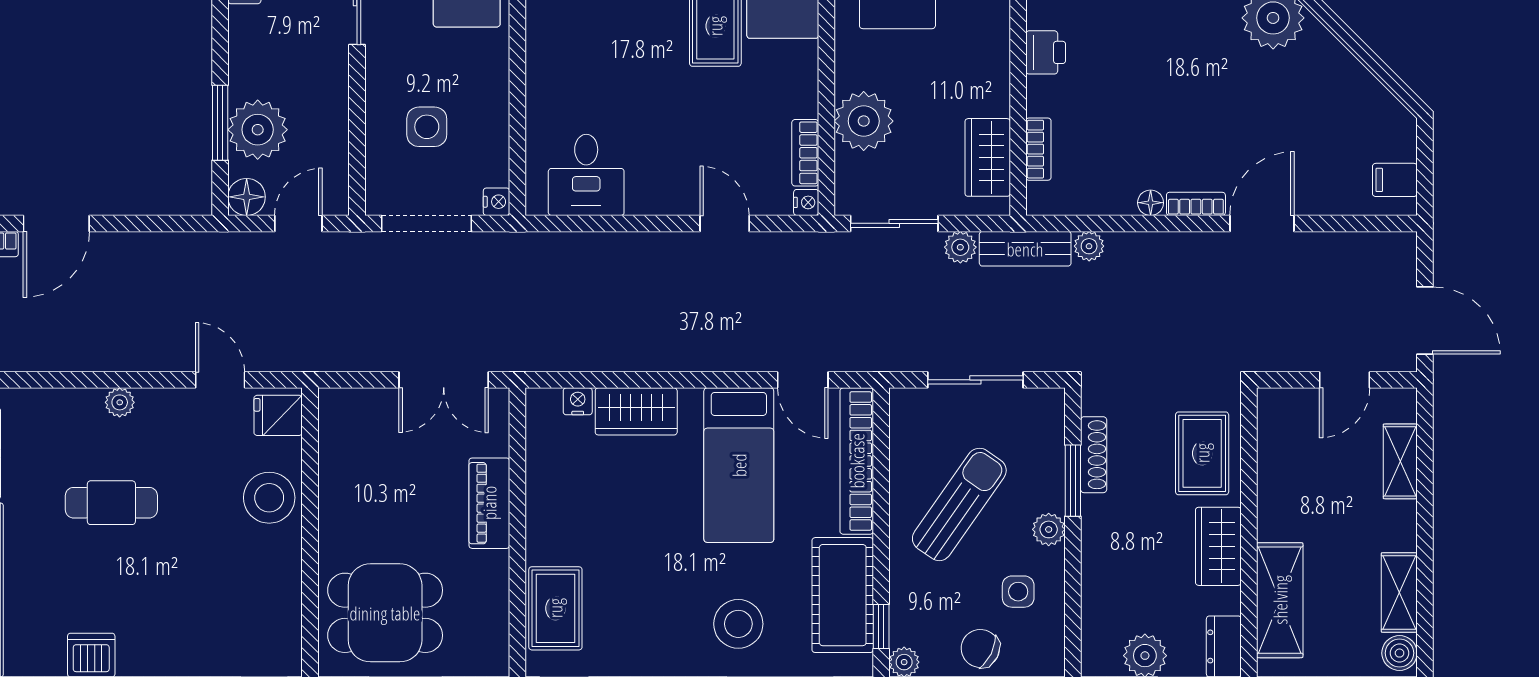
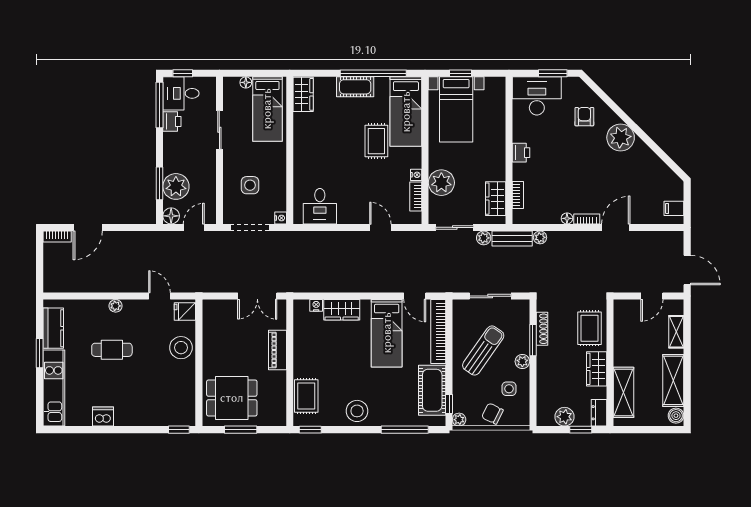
nightstand: (806, 202) -> (416, 175), moved
shelving: (1399, 593) -> (673, 380), width x1.50, depth x1.33
stool: (738, 624) -> (357, 411), moved

